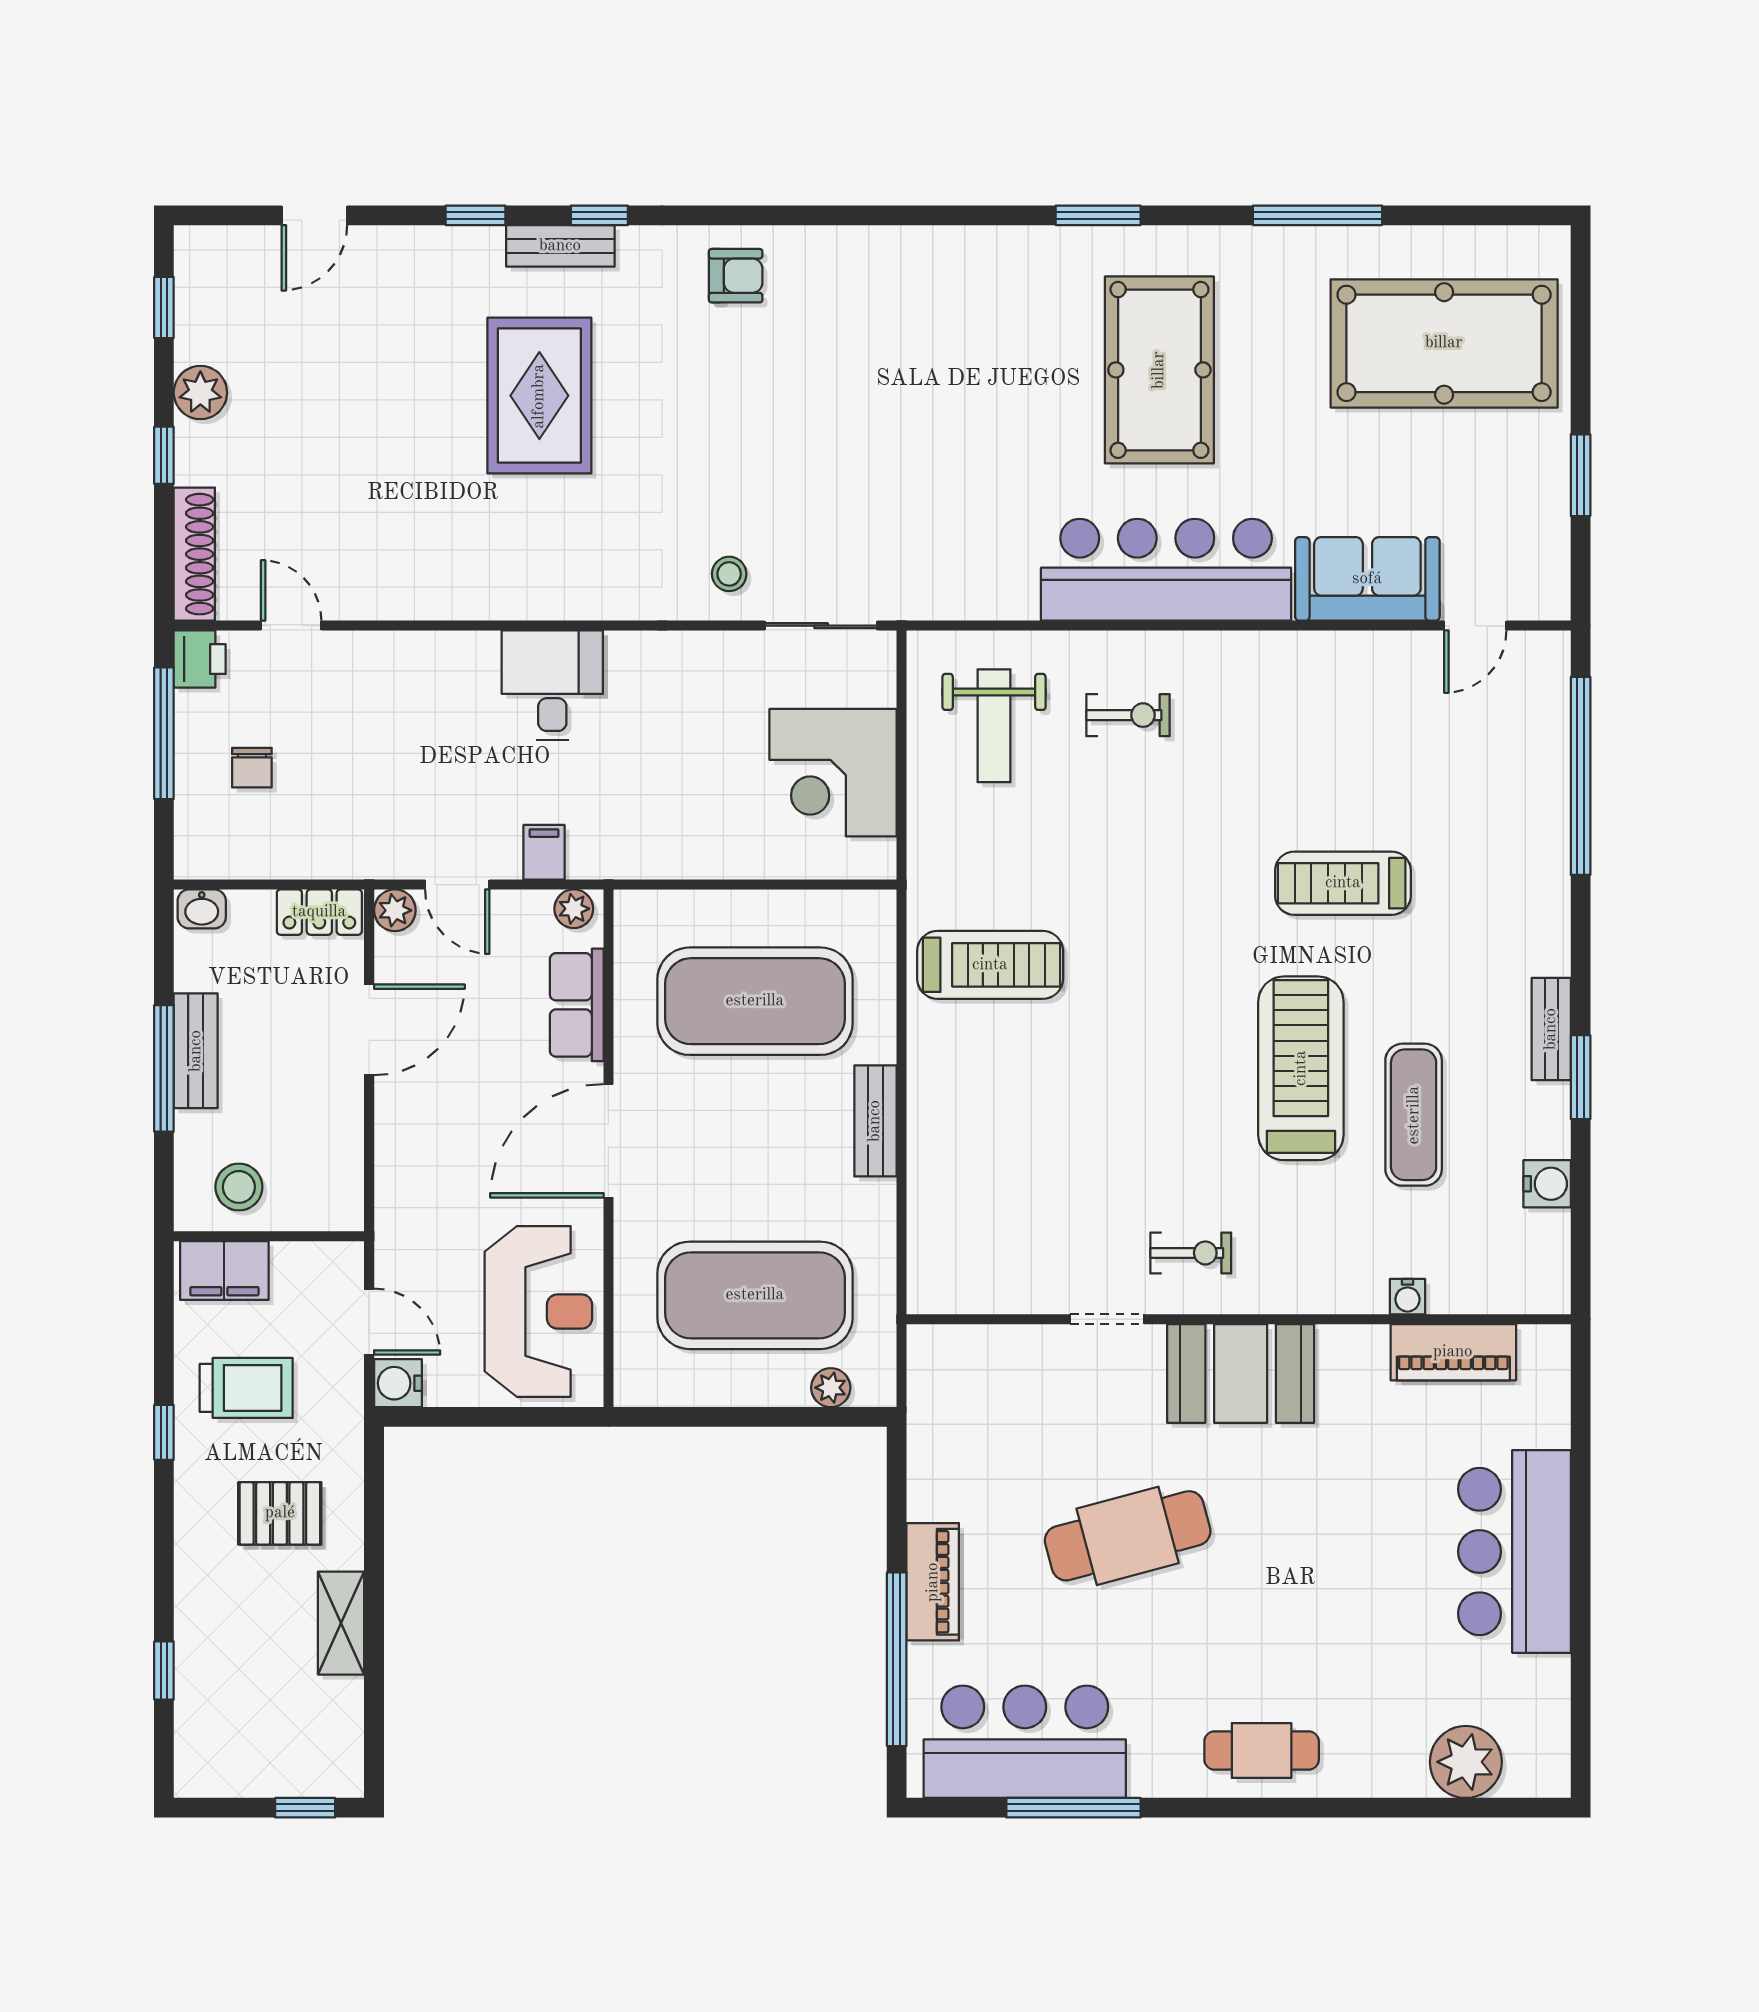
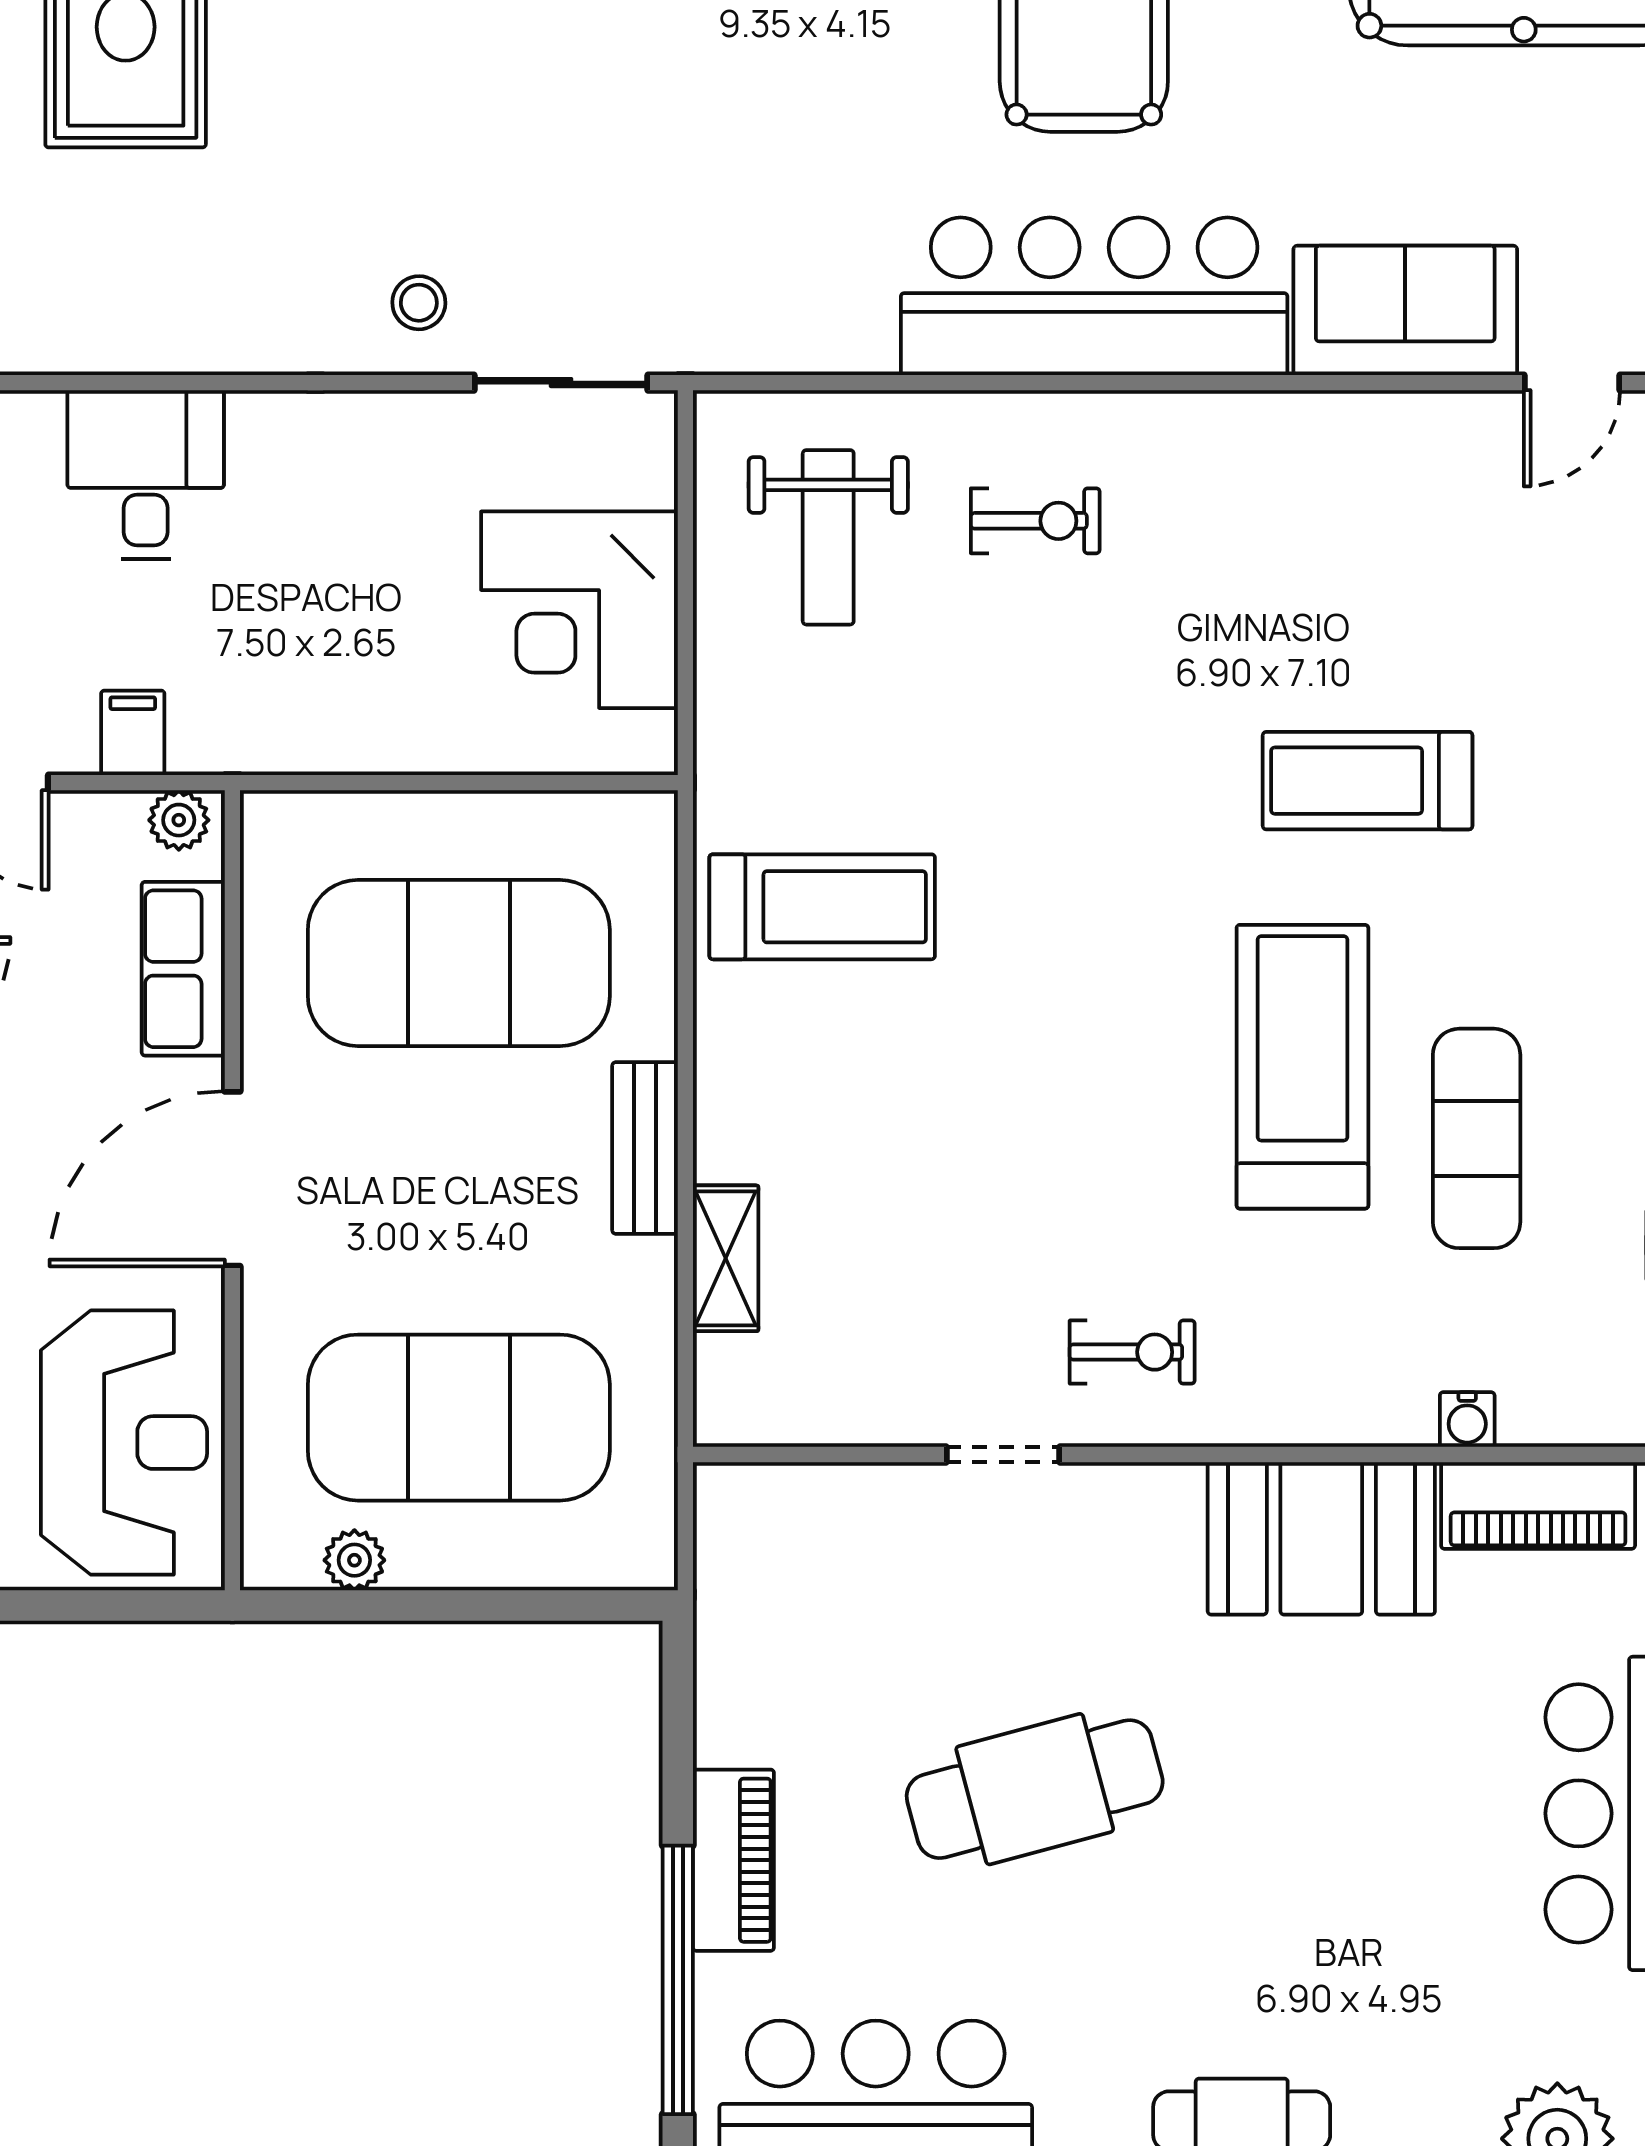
shelving: (928, 1192) -> (726, 1258), added
booth: (1241, 1373) -> (1321, 1538), moved
plant: (831, 1388) -> (354, 1560), moved

